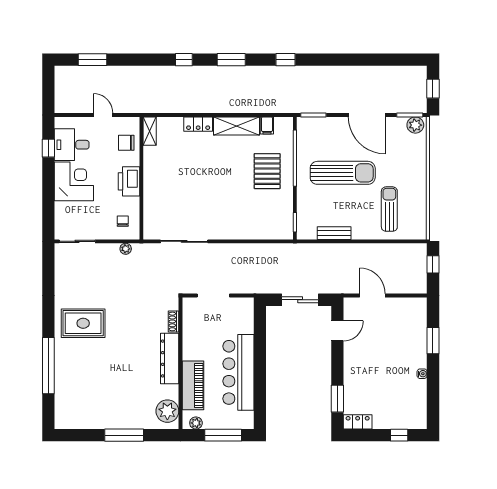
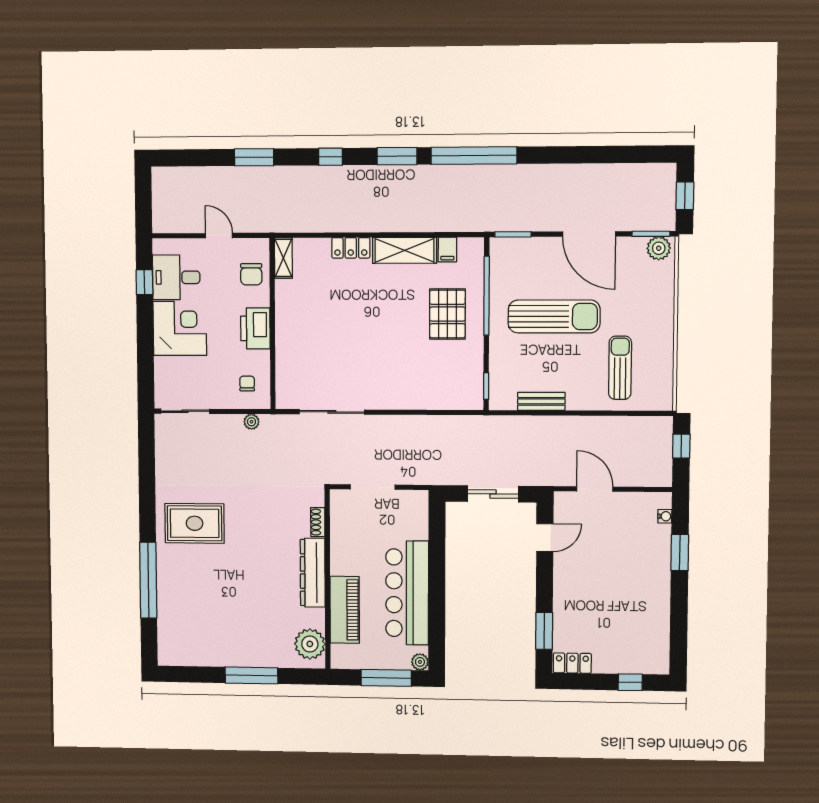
window: (92, 60) -> (254, 157), moved
window: (286, 60) -> (474, 156), width x3.17
chair: (126, 143) -> (251, 274), turned -90
water cooler: (422, 374) -> (665, 516), moved
plant: (196, 423) -> (420, 662), moved

